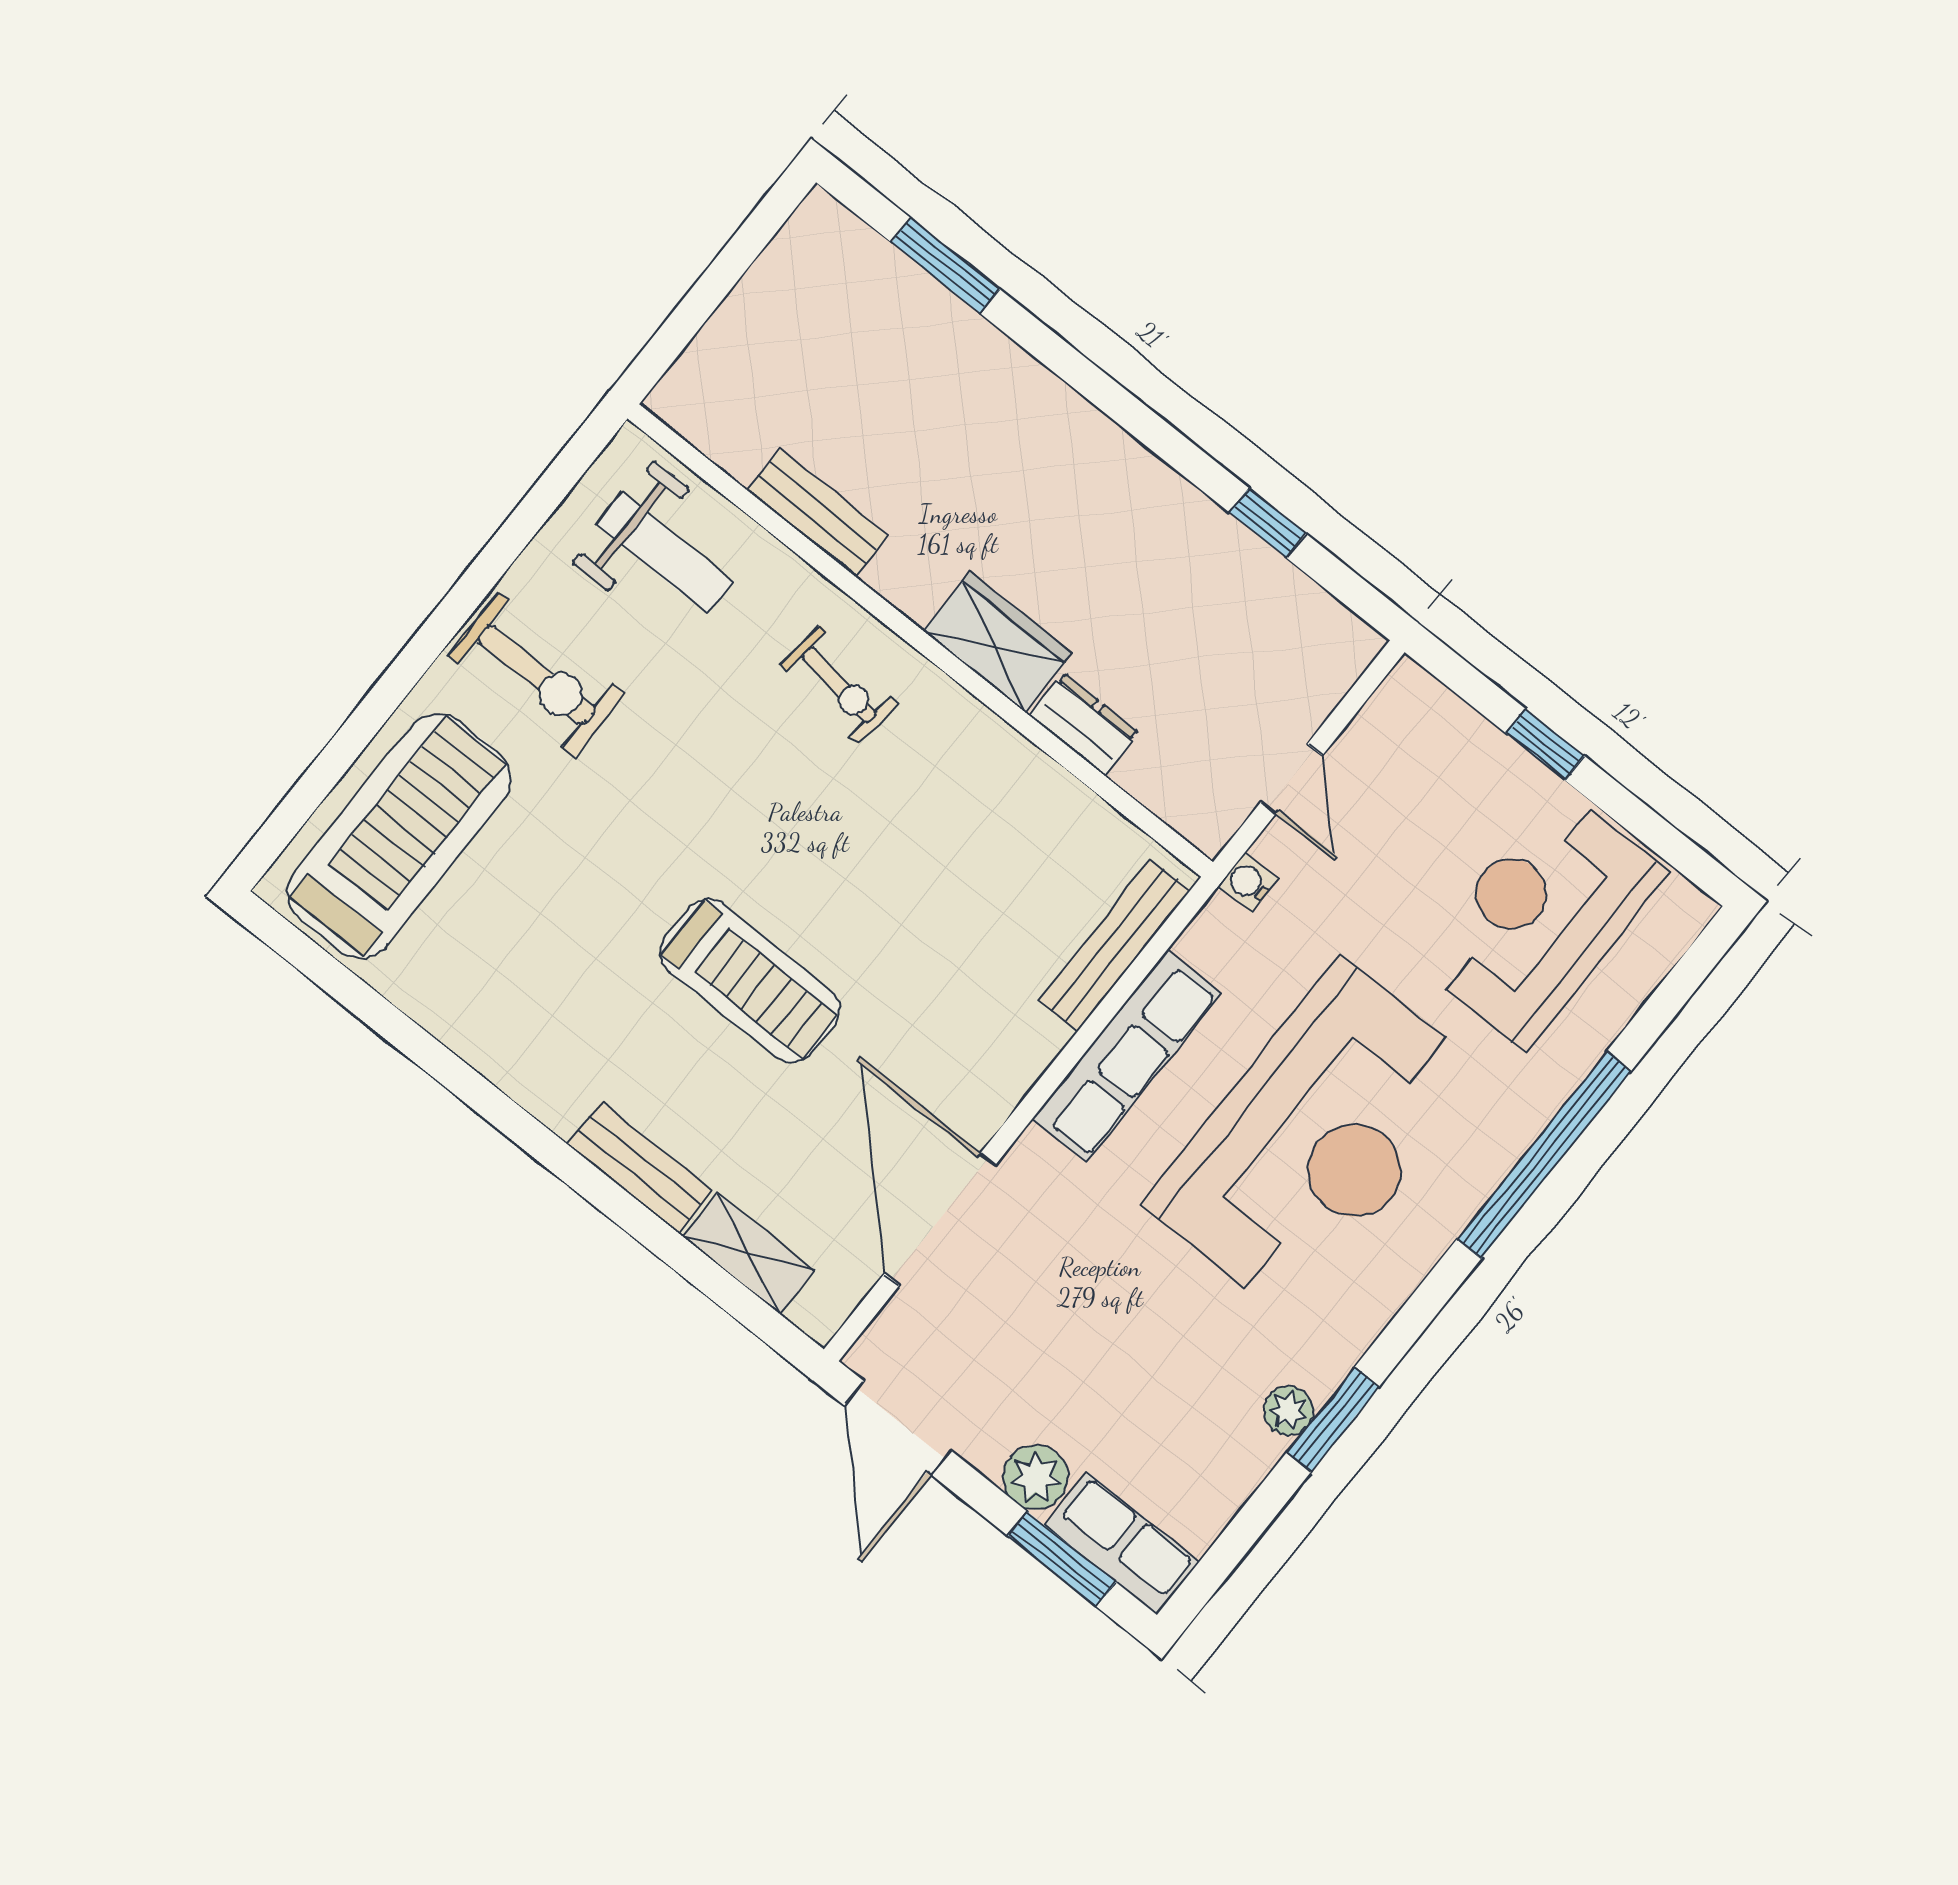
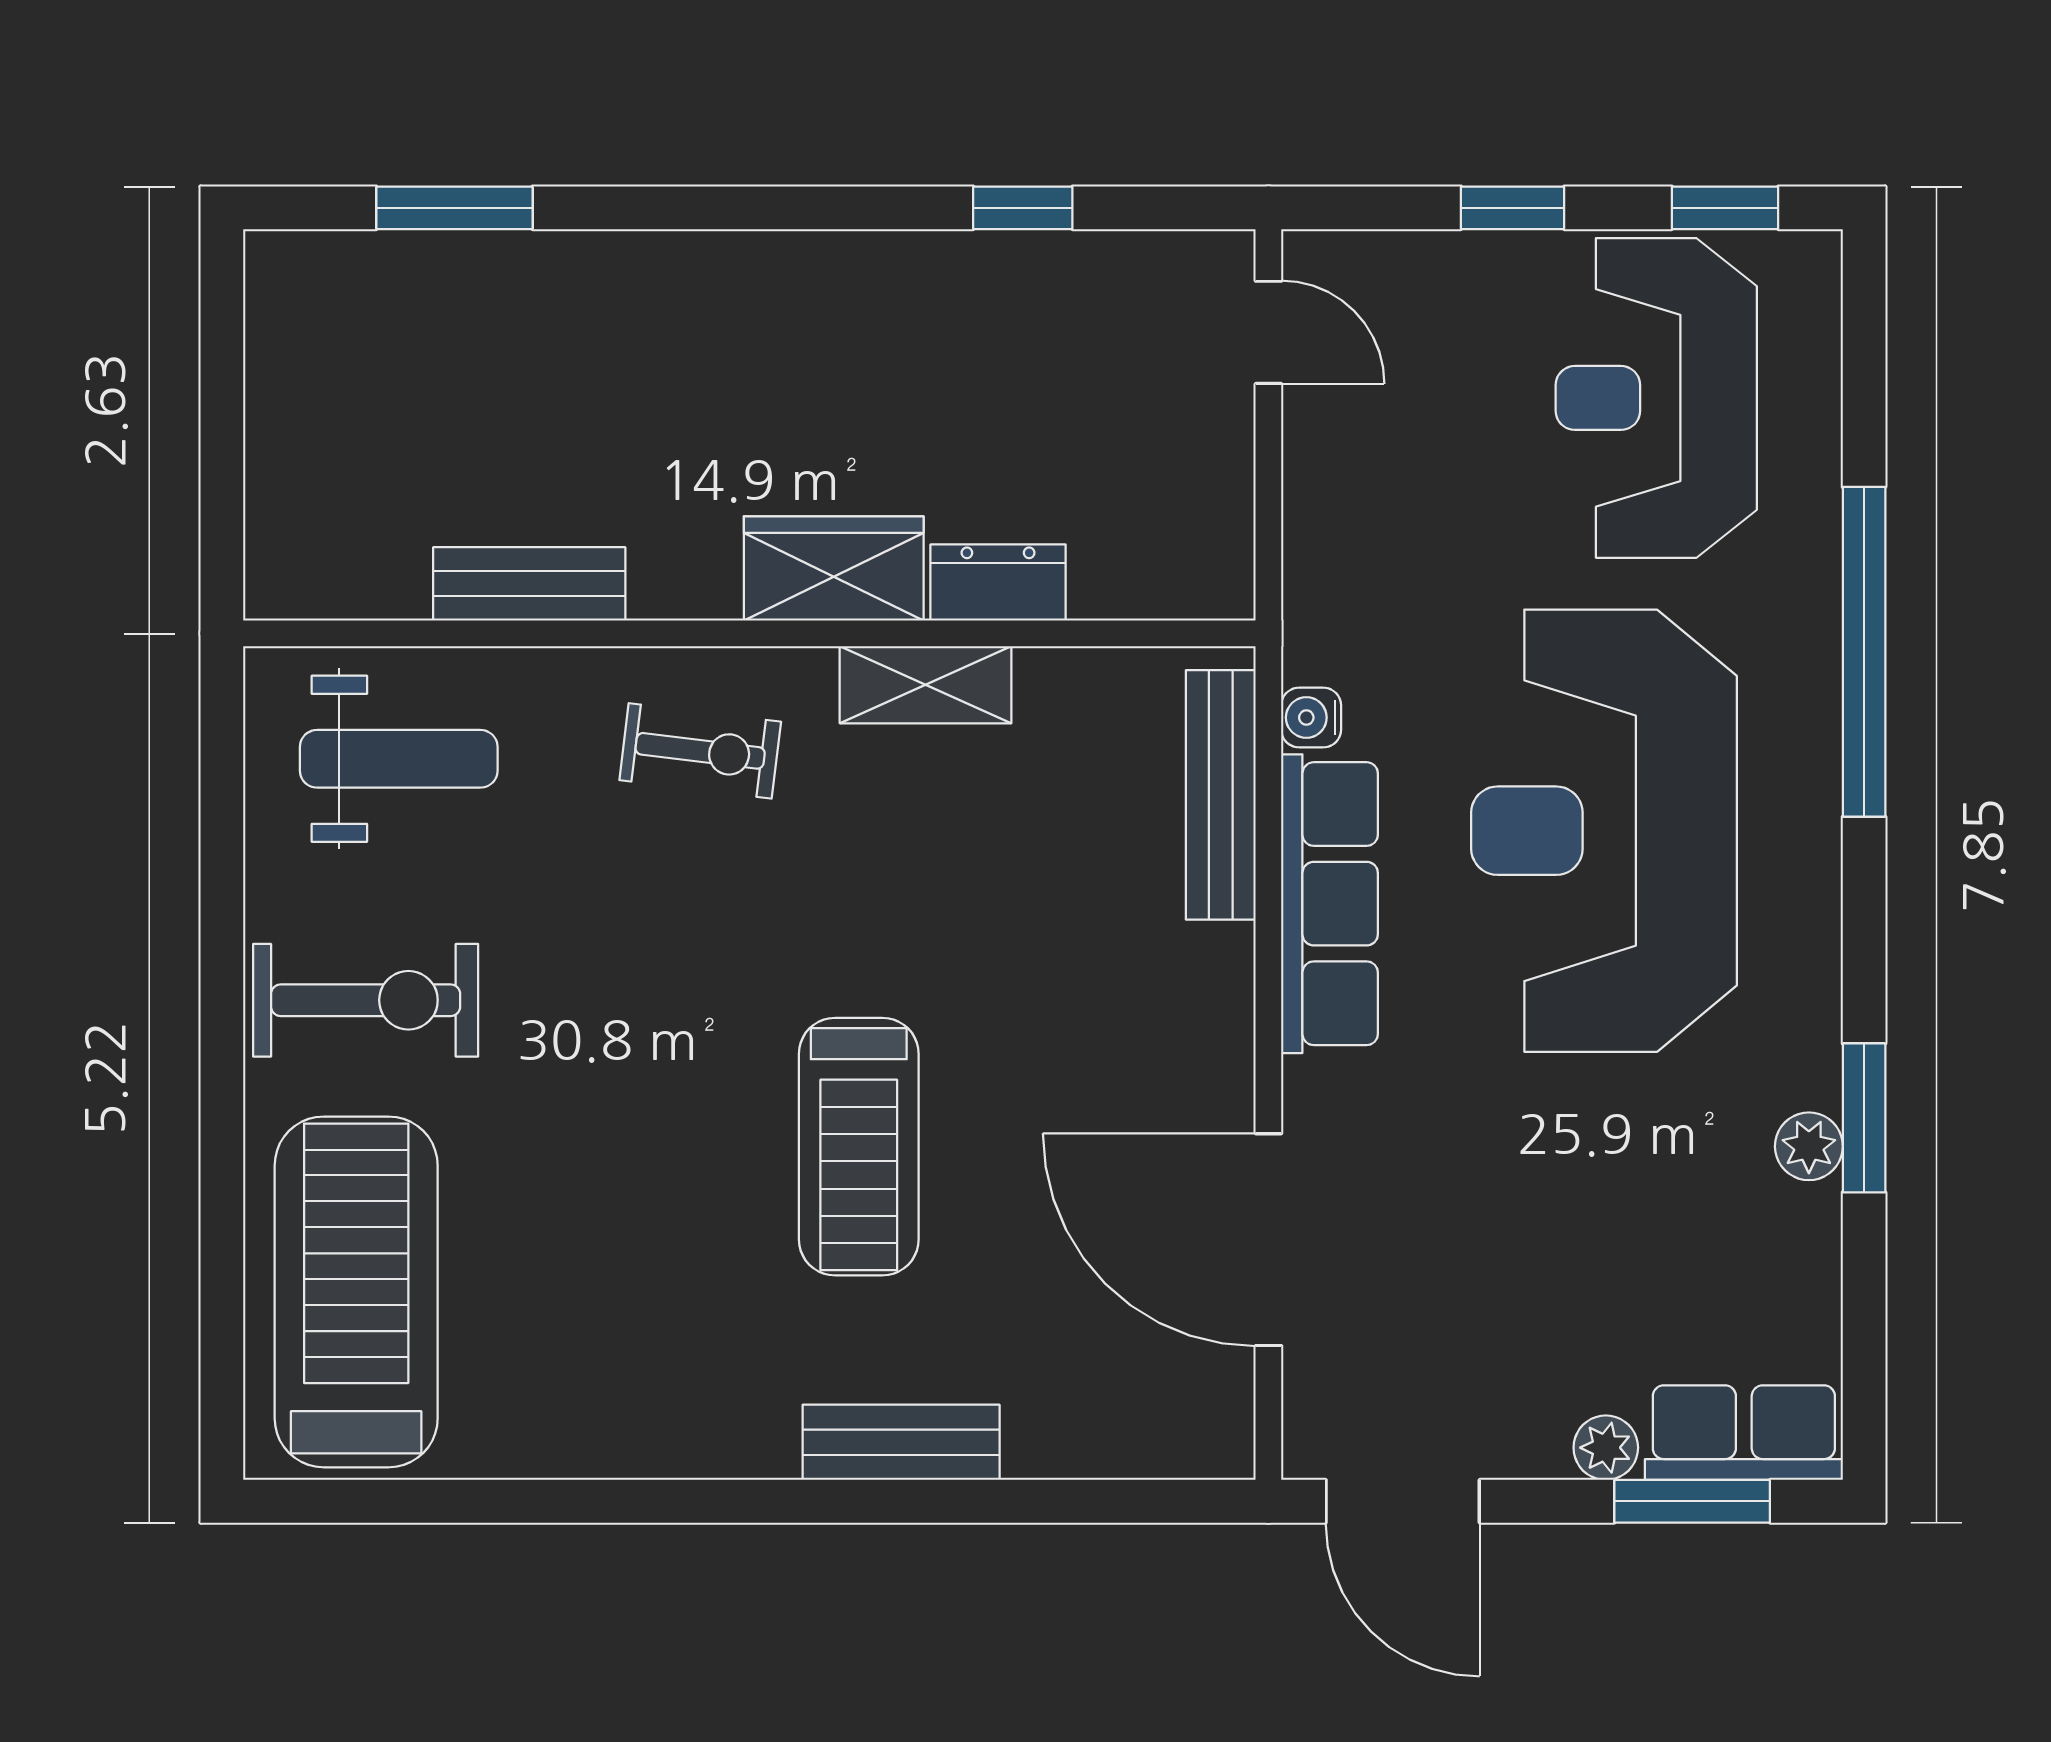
door: (1291, 779) -> (1268, 332), moved
window: (1666, 841) -> (1725, 208), added
water cooler: (1248, 883) -> (1311, 718), moved
treadmill: (750, 981) -> (859, 1147), turned 90
reception desk: (1315, 1139) -> (1604, 831), turned 180
shelving: (749, 1254) -> (926, 685), moved
plant: (1036, 1477) -> (1606, 1448), width x0.73, depth x0.73

